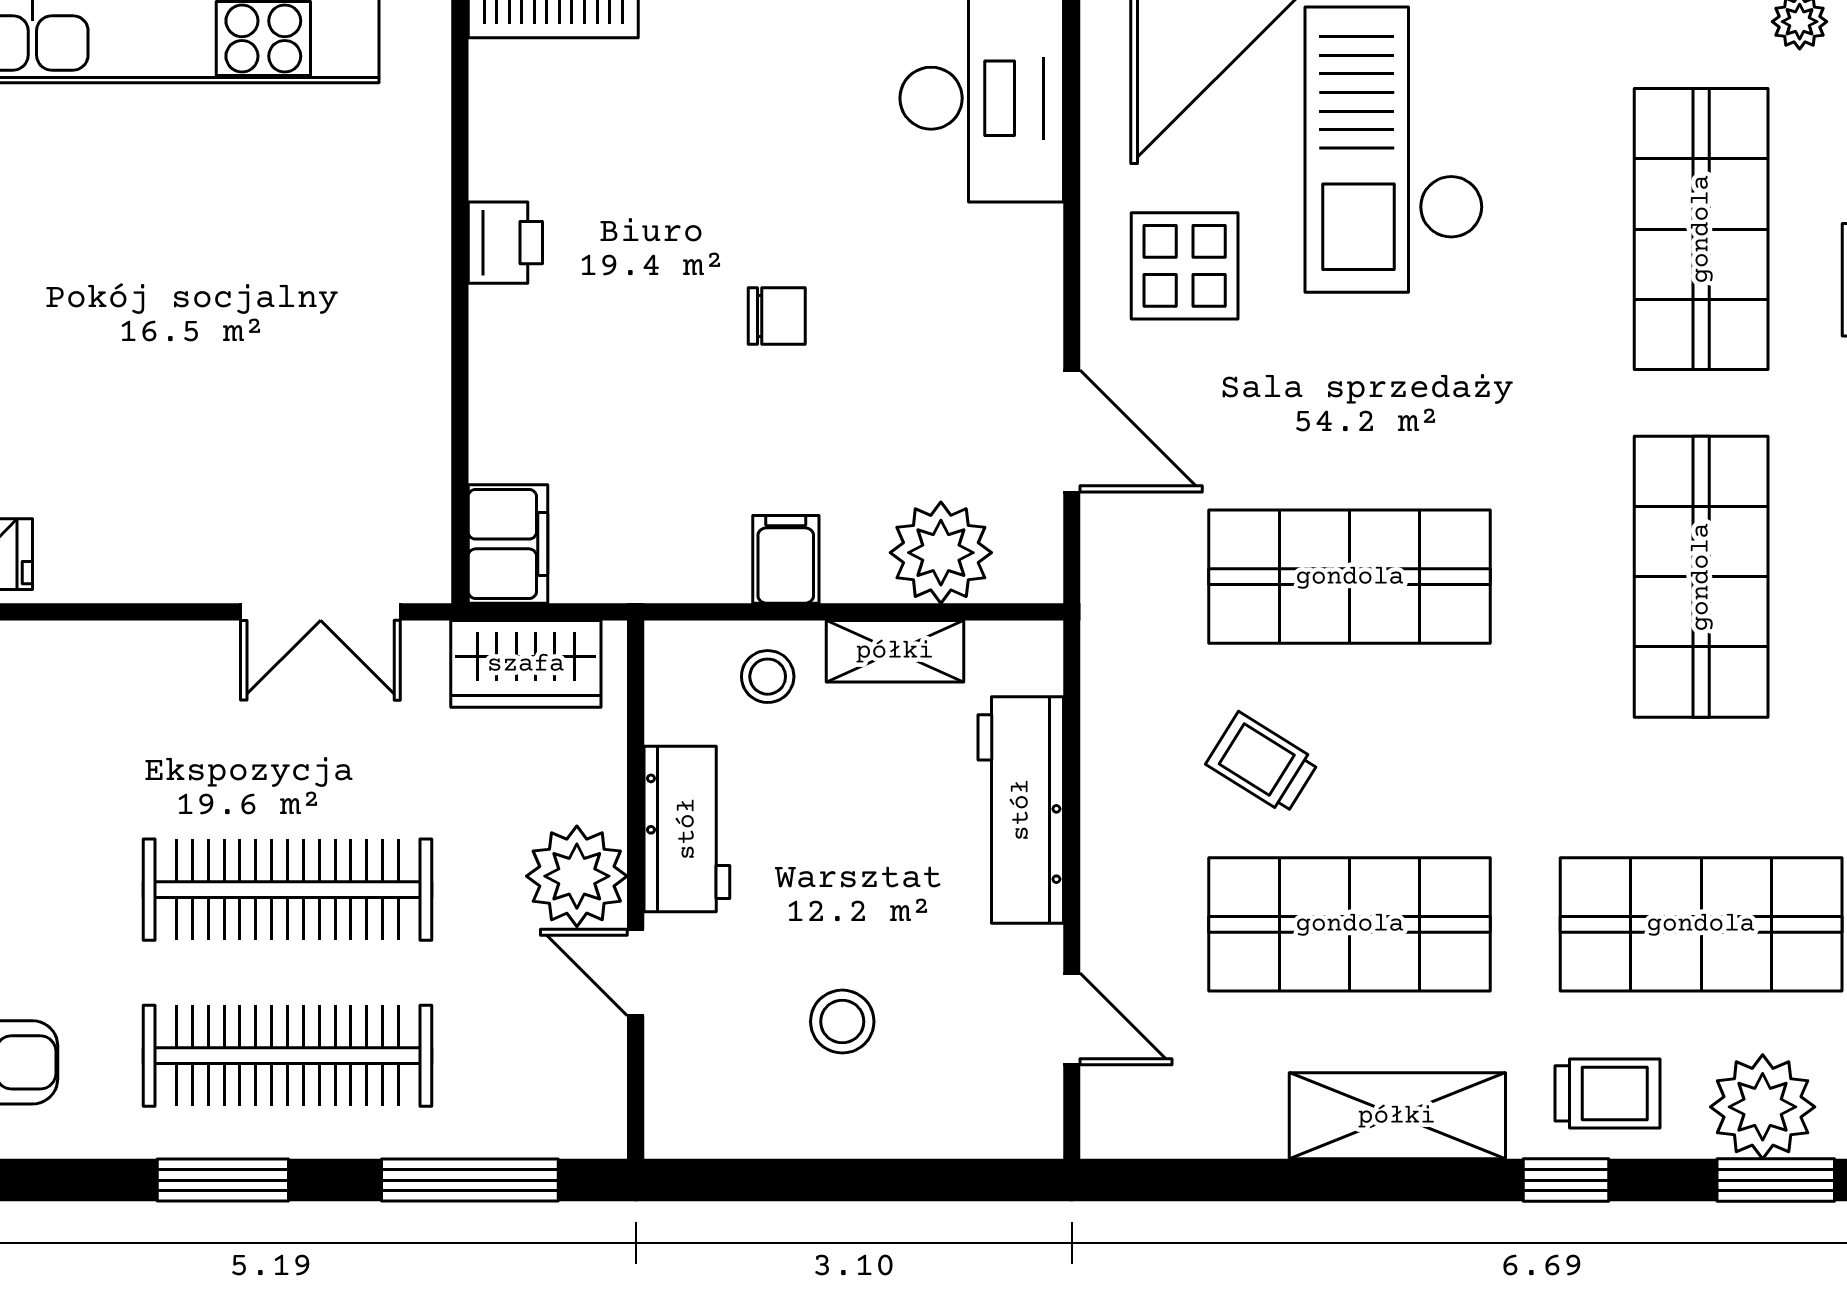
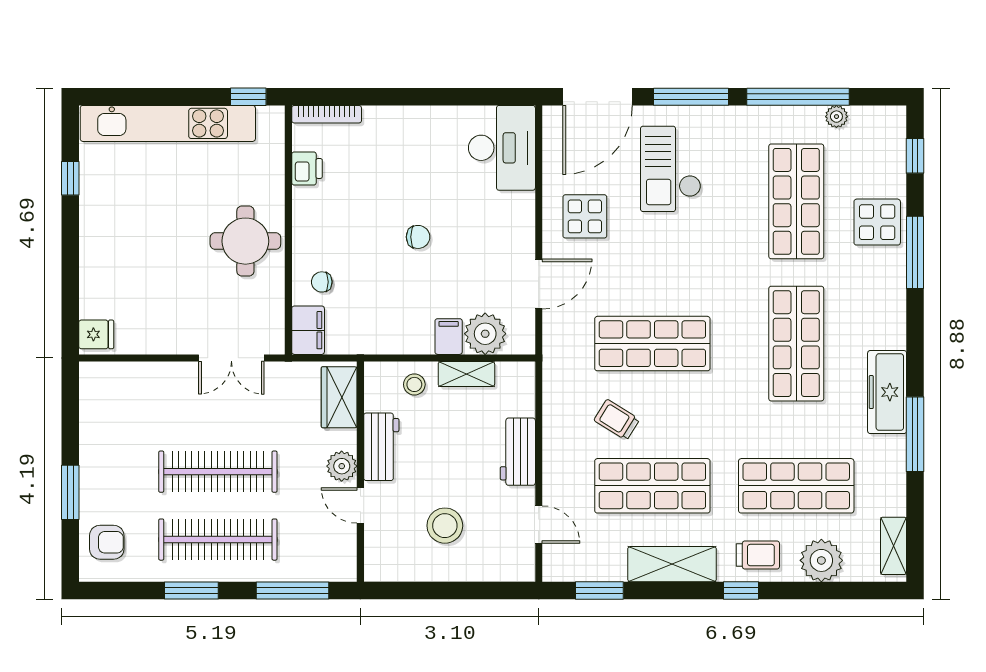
checkout: (1394, 150) -> (671, 169), width x0.73, depth x0.83
printer: (505, 243) -> (307, 168), moved
round table: (355, 326) -> (245, 241), added
chair: (541, 426) -> (322, 282), added
door: (1072, 431) -> (539, 284), hinge flipped
filing cabinet: (786, 559) -> (449, 337), moved
wardrobe: (526, 664) -> (339, 397), moved, turned 90
workbench: (1021, 810) -> (518, 452), width x0.73
plant: (577, 876) -> (342, 466), width x0.73, depth x0.73
stool: (842, 1022) -> (445, 526), width x1.38, depth x1.38
window: (1776, 1180) -> (599, 590), moved

